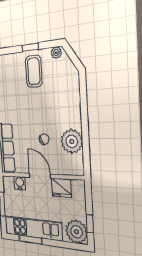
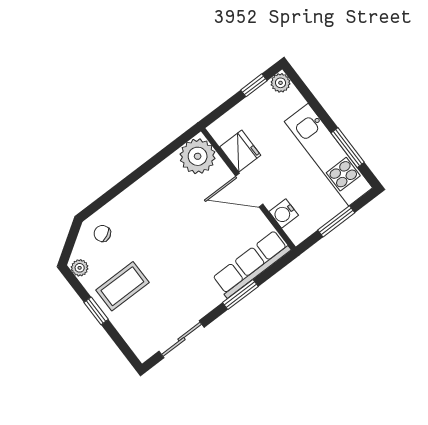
chair: (44, 139) -> (102, 233), moved
plant: (72, 141) -> (198, 156), moved
door: (40, 176) -> (249, 190), hinge flipped
plant: (77, 232) -> (281, 83), width x0.53, depth x0.53

